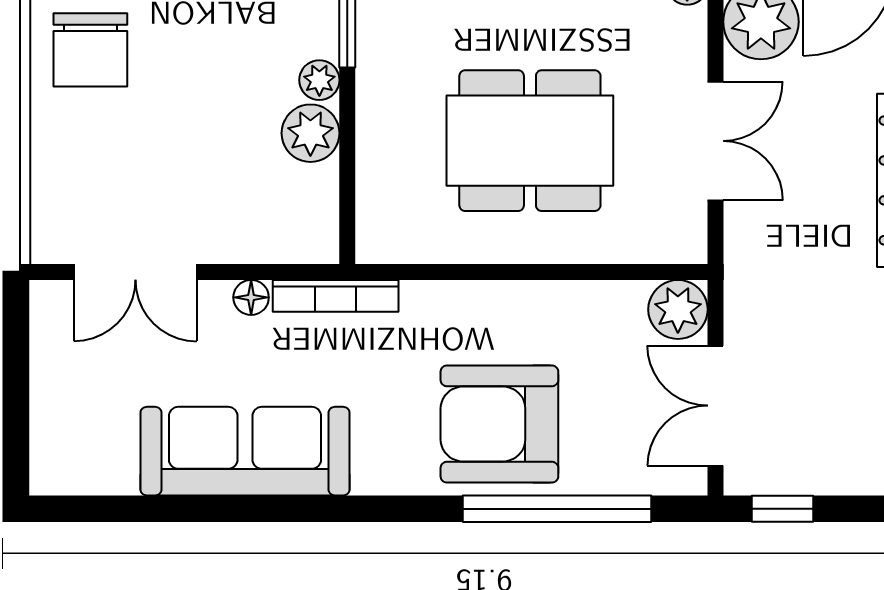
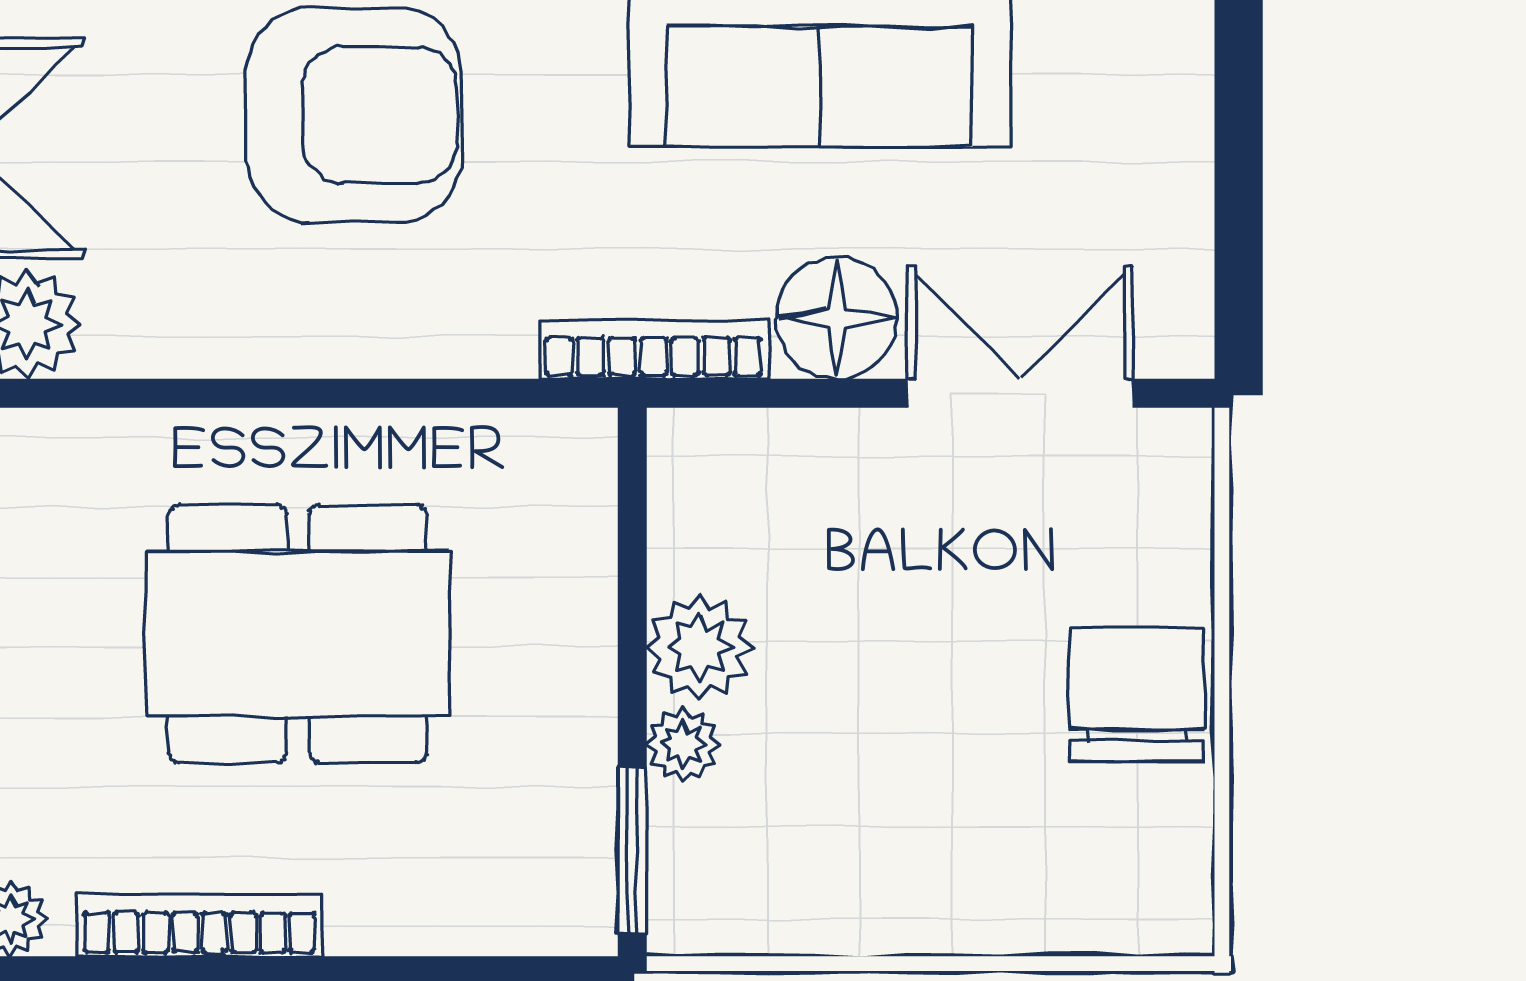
chair: (90, 50) -> (1136, 695), moved
floor lamp: (251, 297) -> (837, 318), width x1.89, depth x1.89

